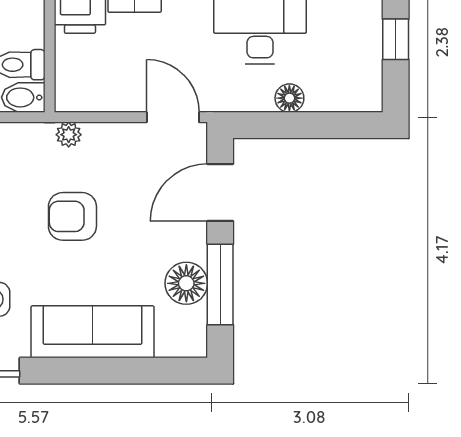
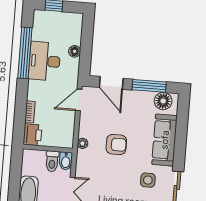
armchair: (72, 216) -> (116, 145), turned -90
floor lamp: (186, 283) -> (163, 101), moved

